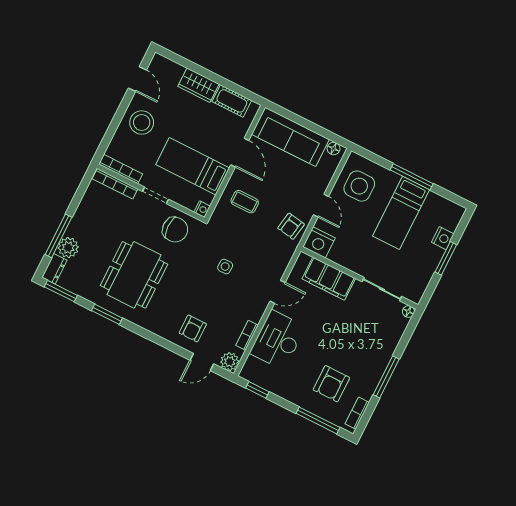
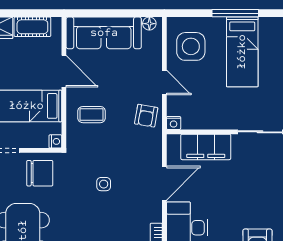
nightstand: (319, 242) -> (174, 123), width x0.53, depth x0.56
door: (278, 292) -> (164, 183), width x1.38

